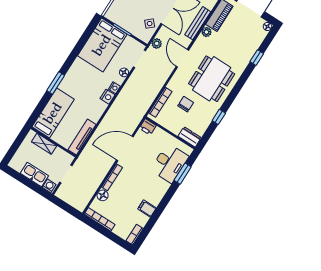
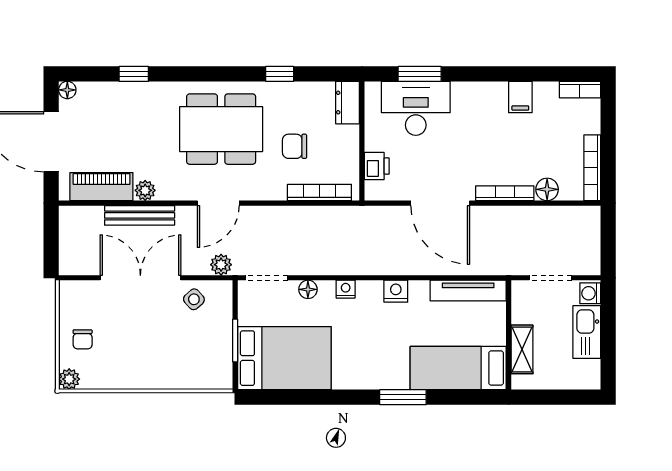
nightstand: (107, 97) -> (396, 291), moved
printer: (148, 127) -> (377, 166), moved

